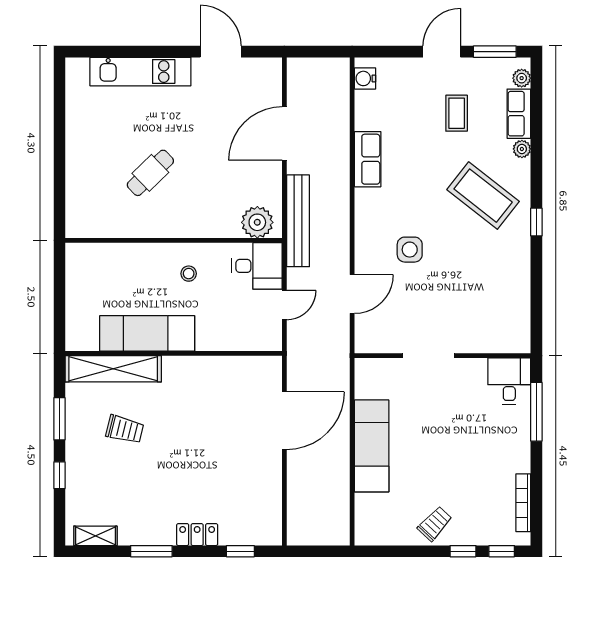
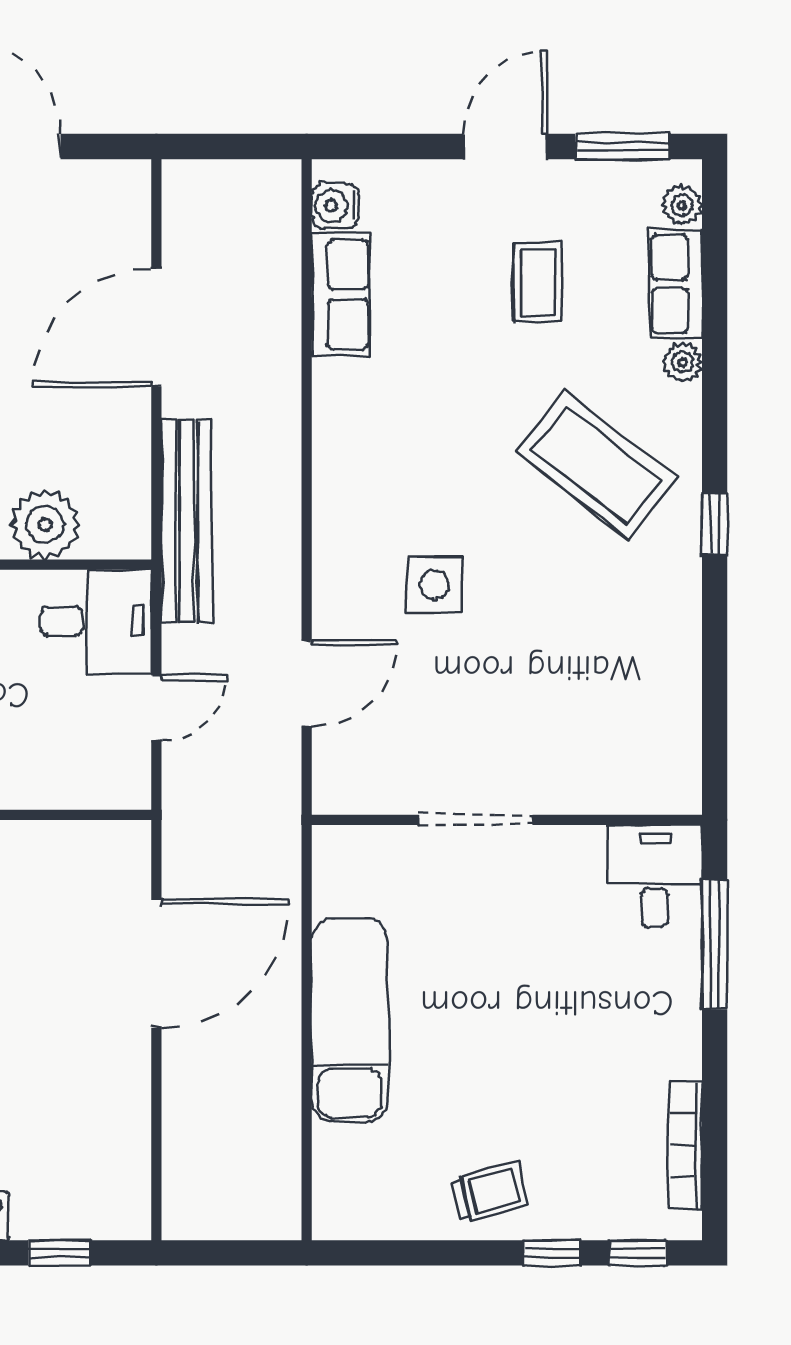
row of seats: (368, 159) -> (341, 294), moved
plant: (257, 222) -> (45, 524), moved
trolley: (435, 524) -> (490, 1192), turned 32

